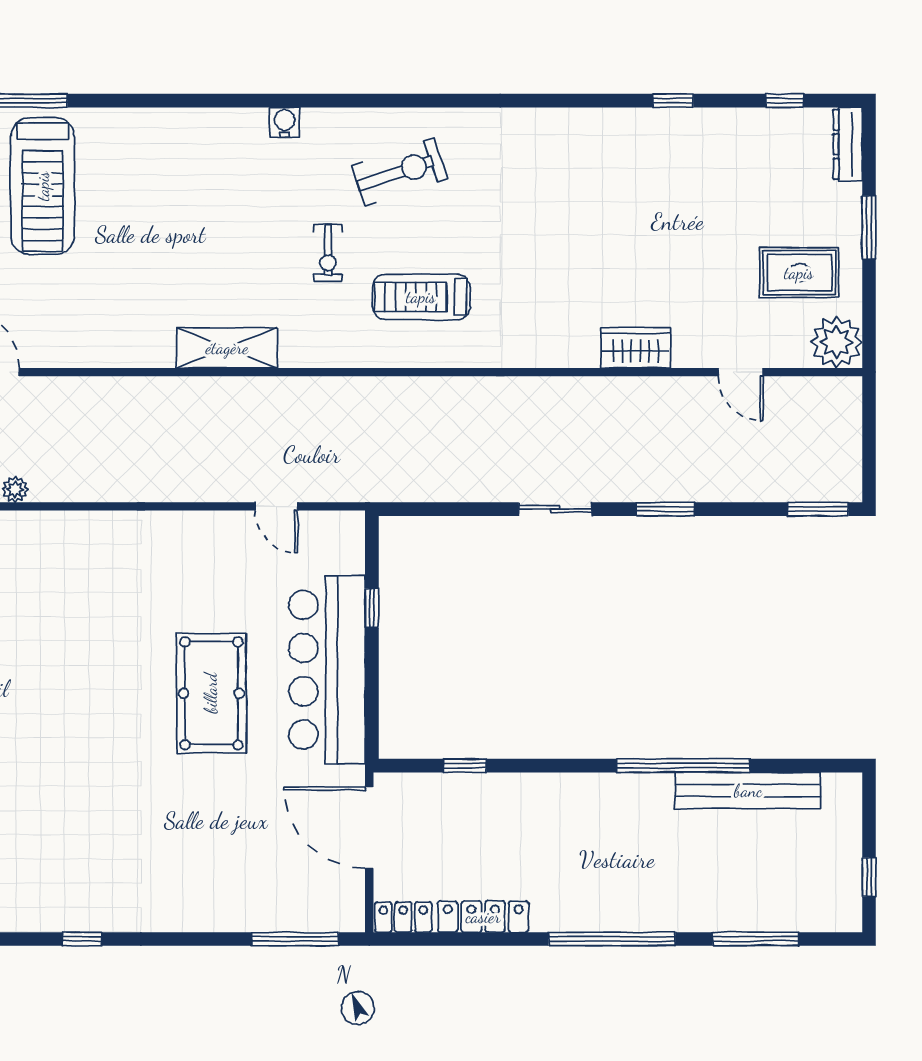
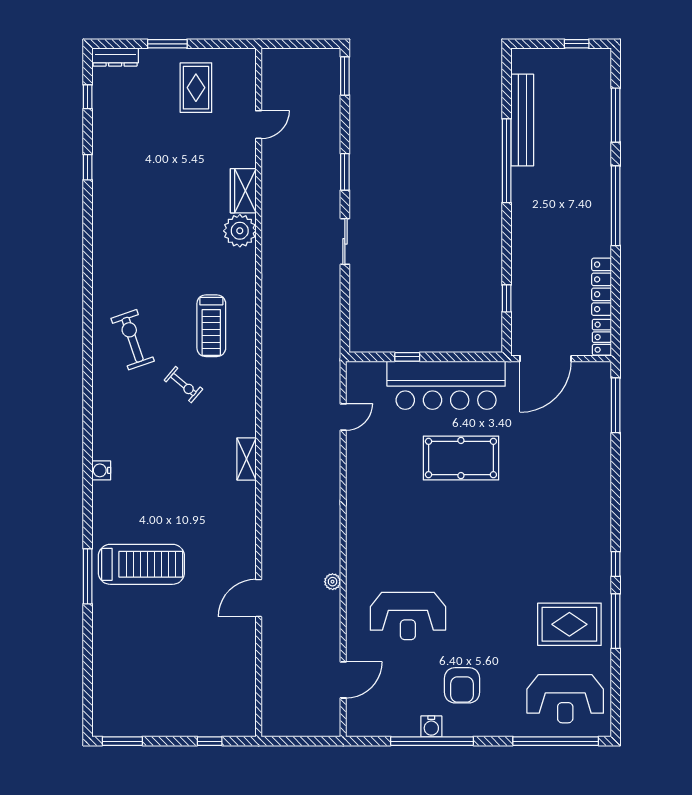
water cooler: (285, 122) -> (101, 470), moved
exercise bike: (328, 253) -> (183, 385), turned 40
plant: (836, 342) -> (240, 231), moved
shelving: (227, 348) -> (247, 459), width x0.67, depth x0.75
window: (82, 939) -> (616, 564), moved

